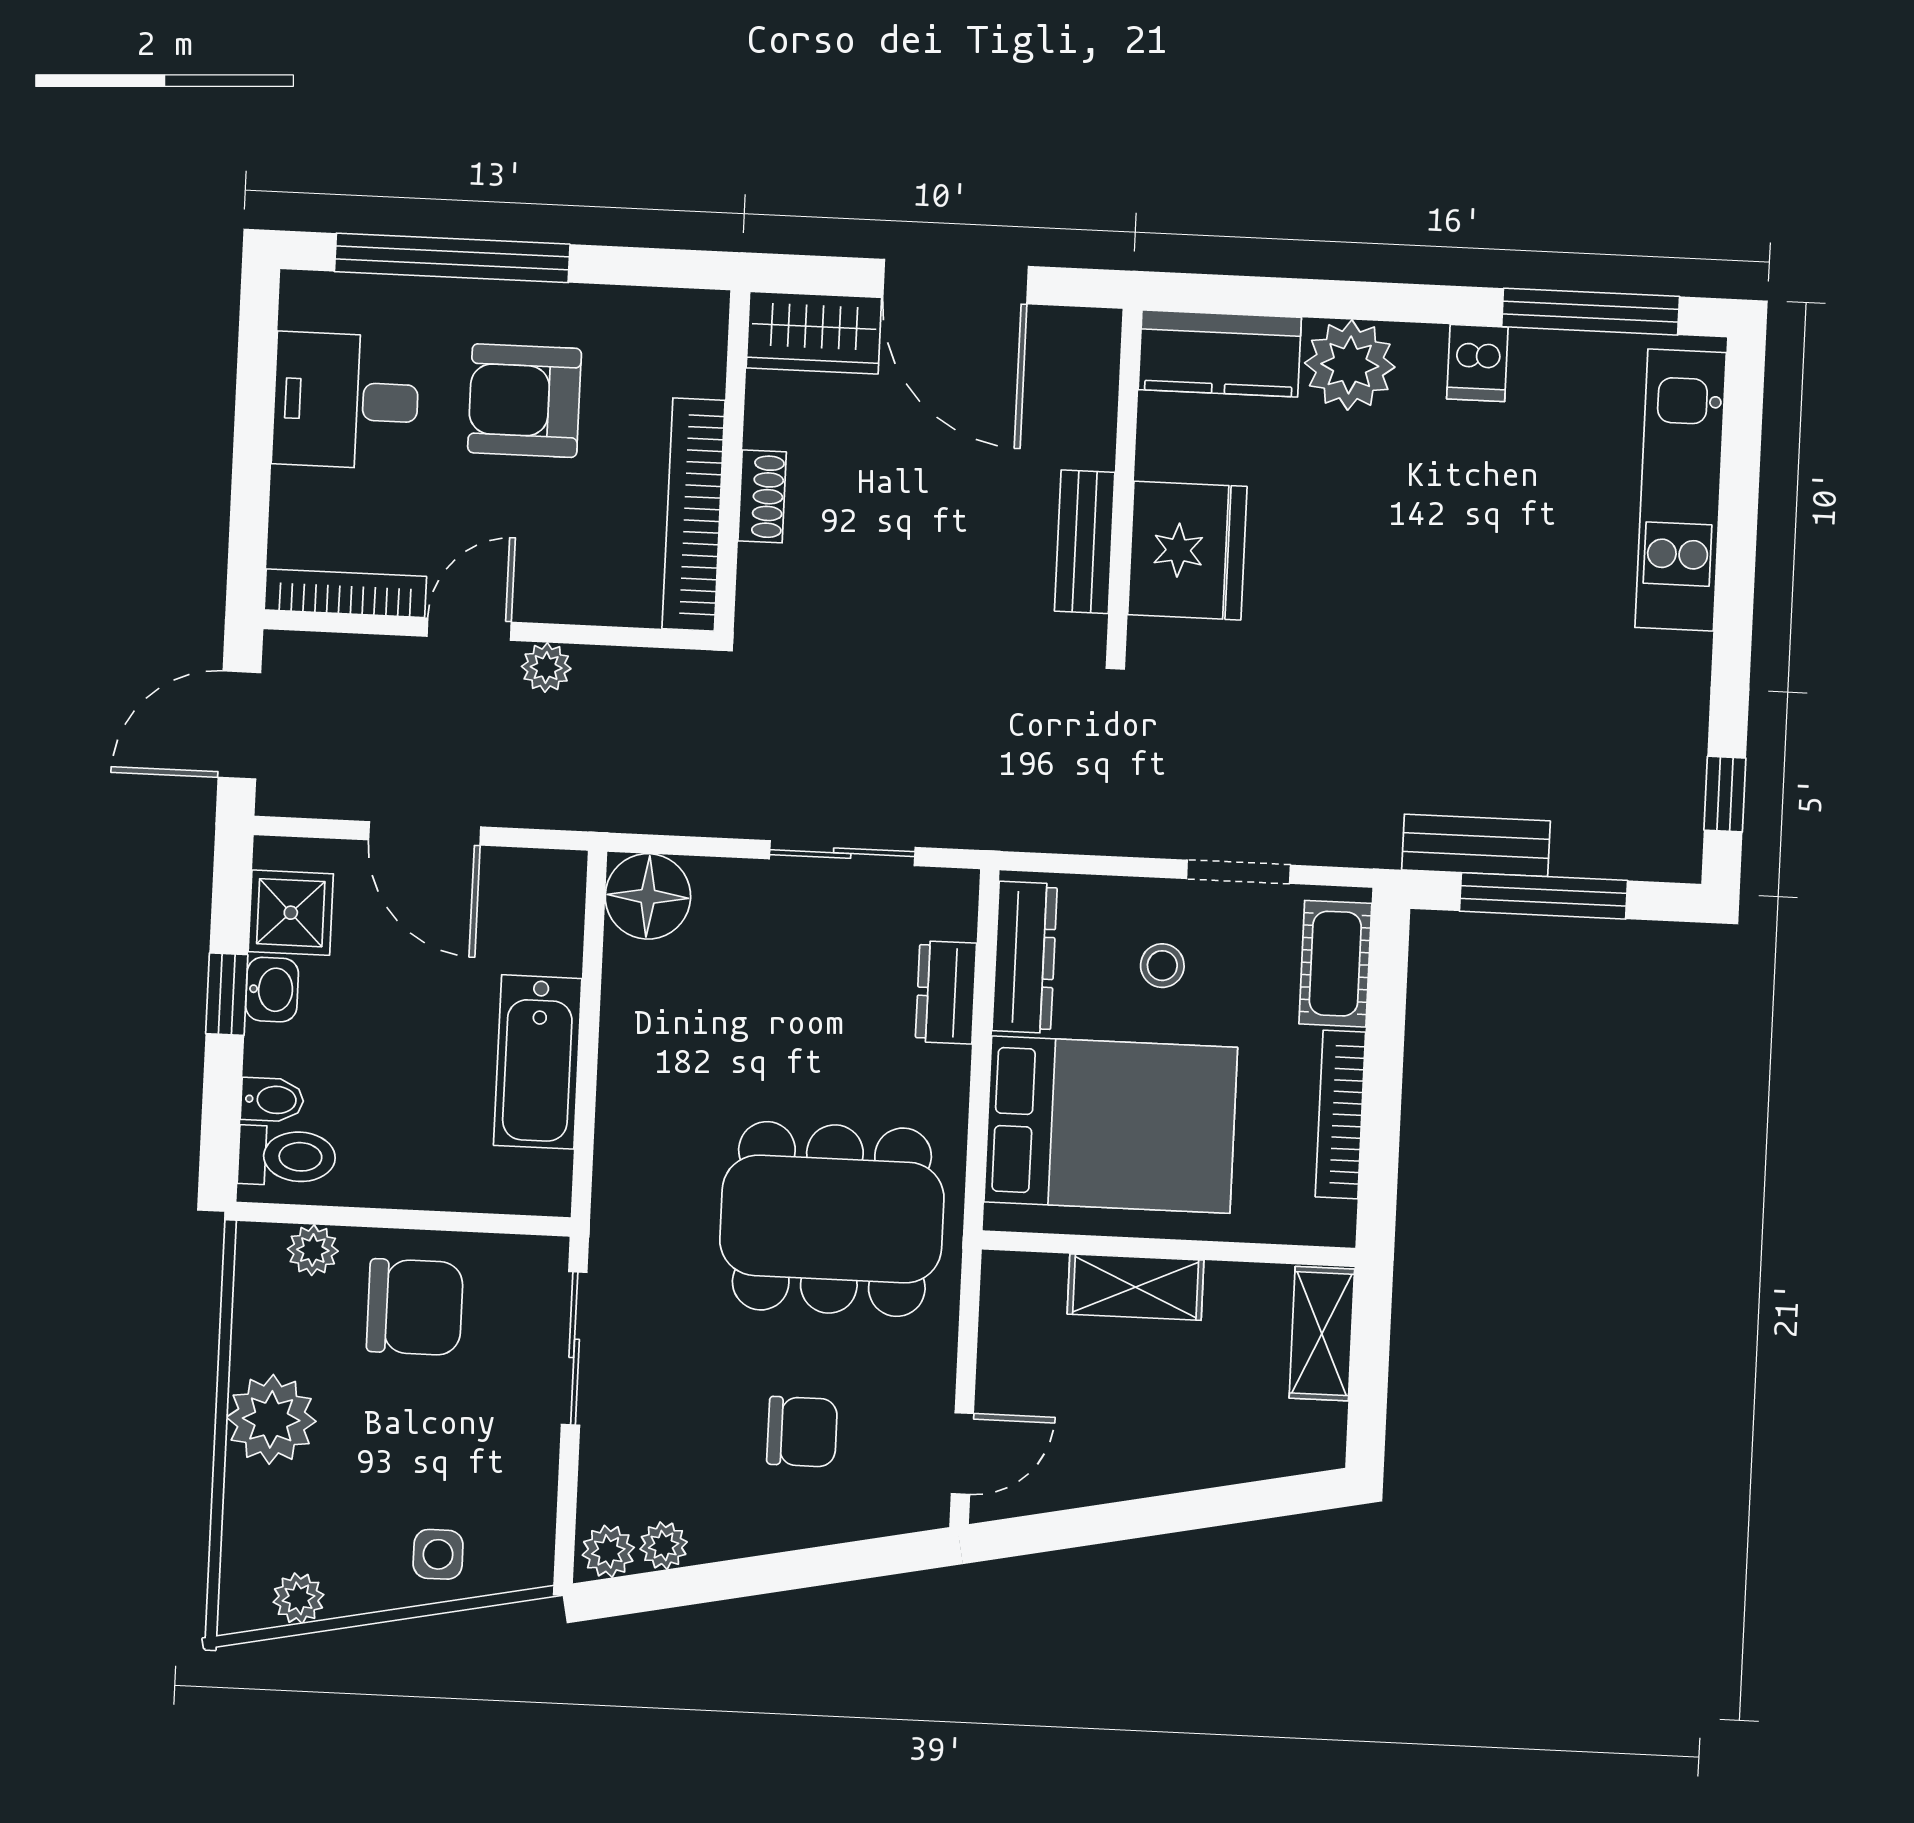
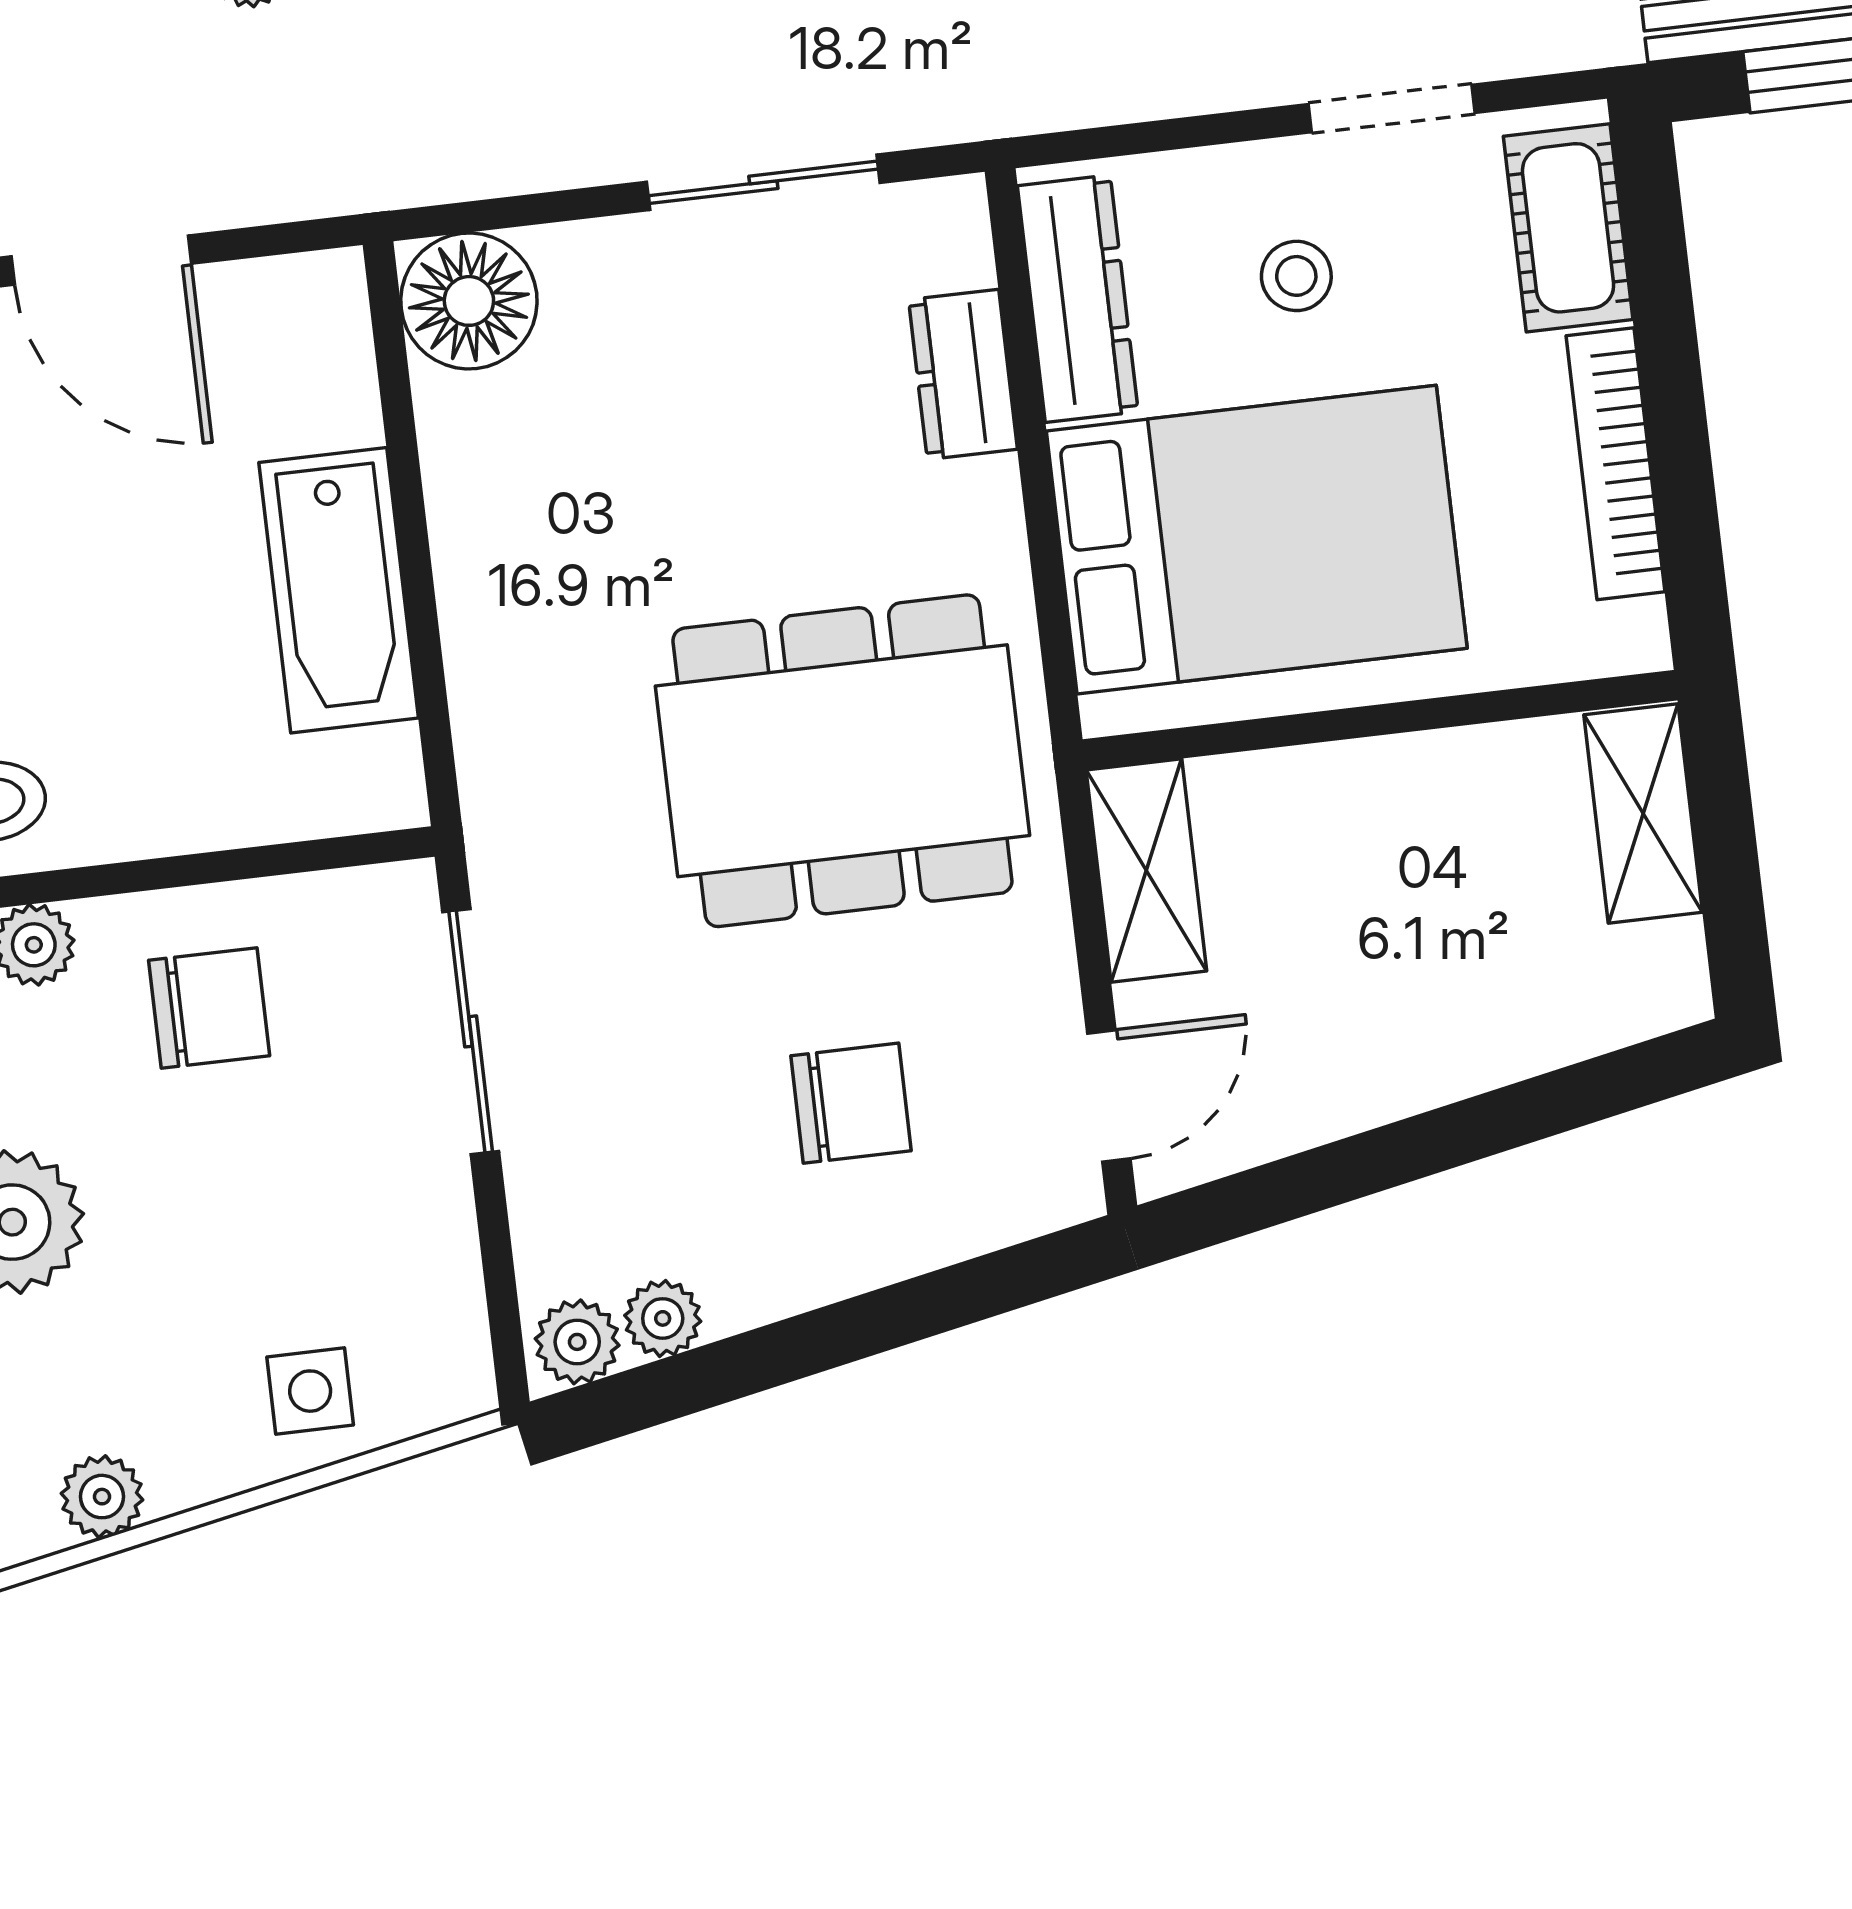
shelving: (1136, 1287) -> (1146, 870), moved, turned 90
chair: (415, 1307) -> (209, 1008), width x0.73, depth x0.73

